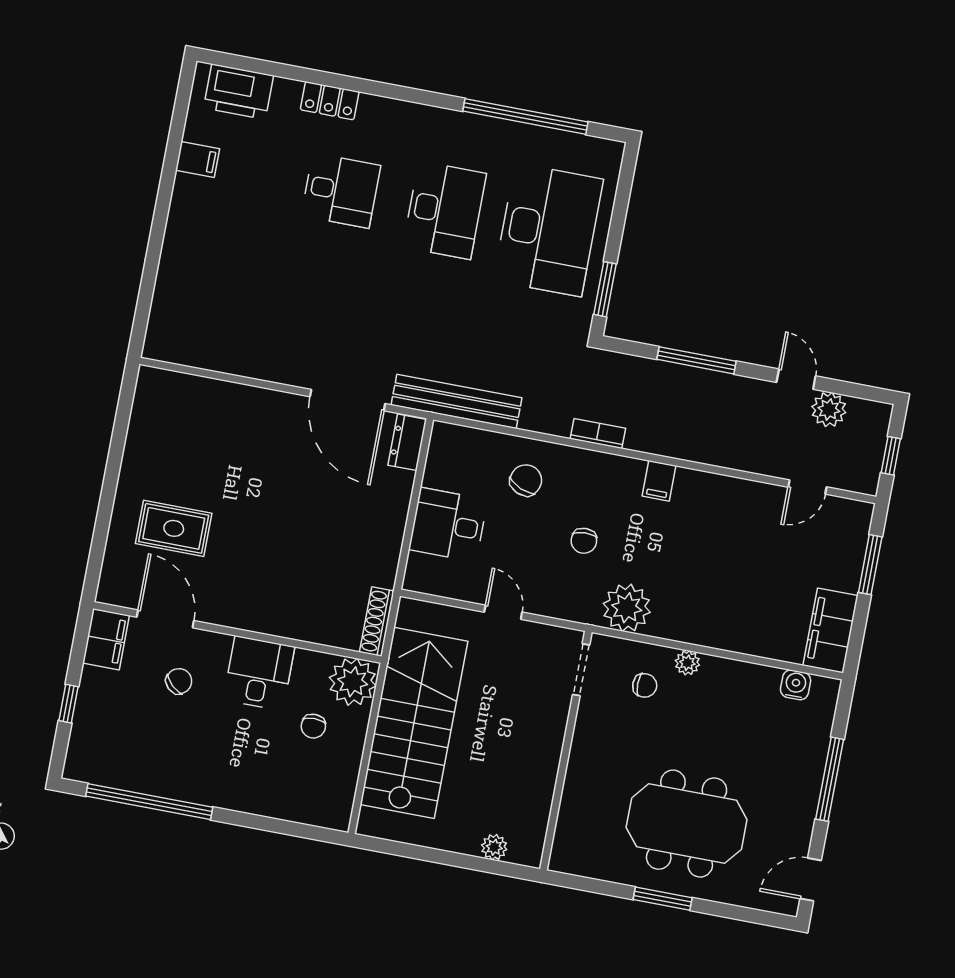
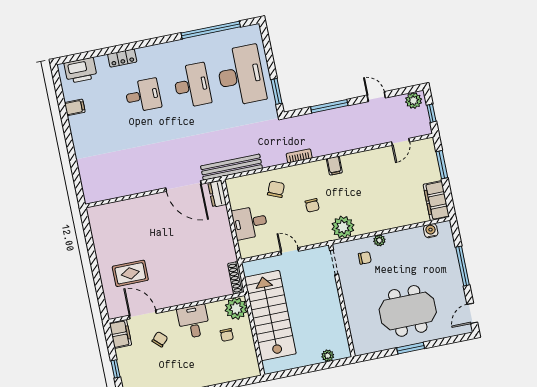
plant: (829, 410) -> (414, 101), moved

